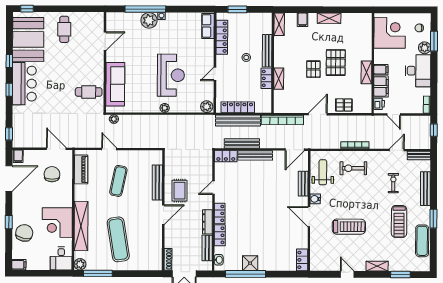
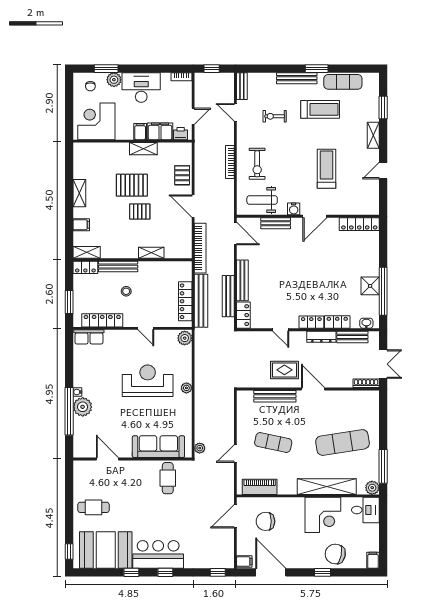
locker: (266, 78) -> (85, 267), moved
bench: (425, 189) -> (297, 78), moved
locker: (302, 260) -> (359, 224), width x1.53

